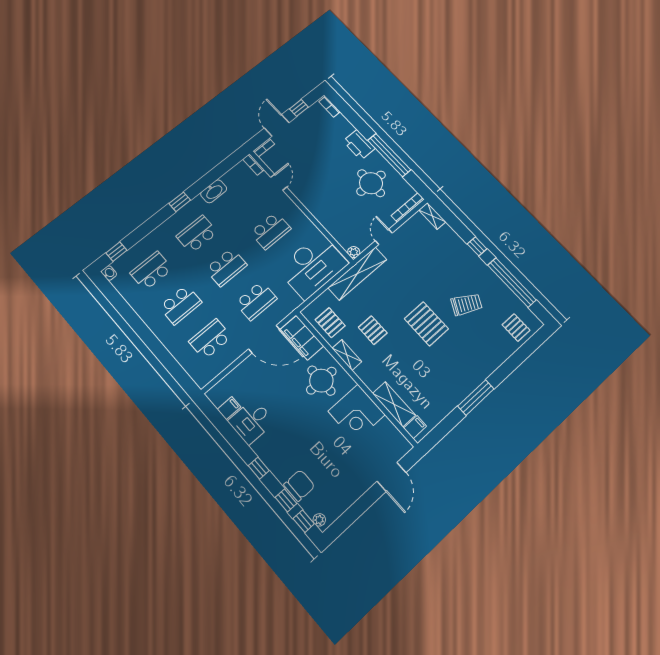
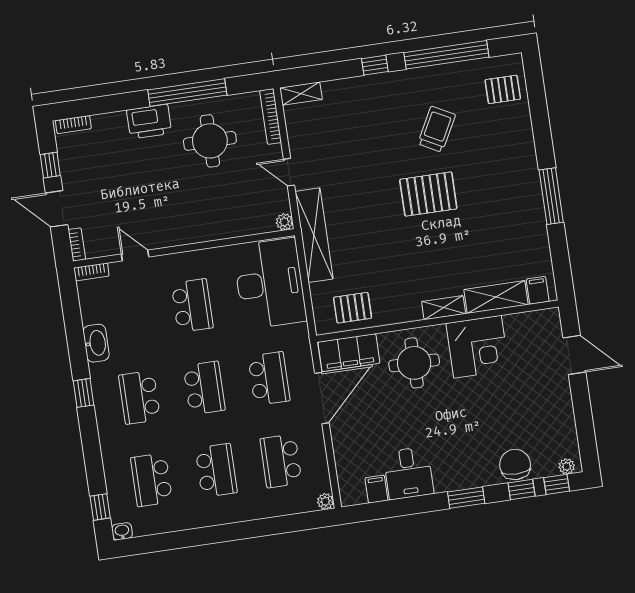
pallet: (373, 330) -> (394, 263), removed
shelving: (347, 355) -> (444, 308), moved
plant: (202, 382) -> (325, 501), added
window: (259, 468) -> (466, 498), width x1.50

